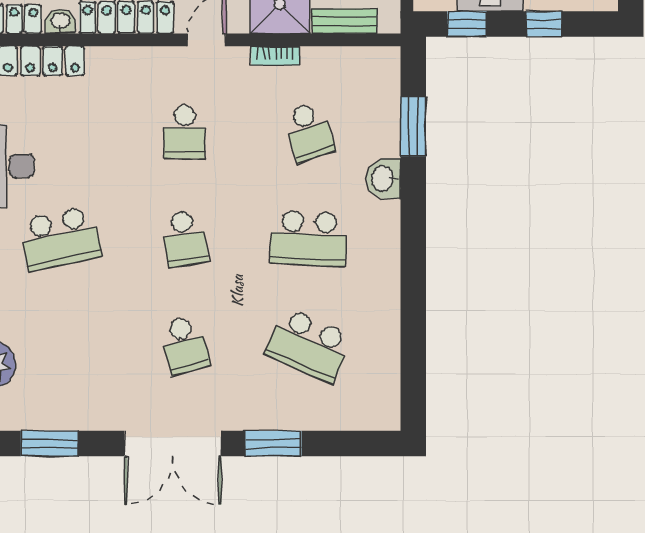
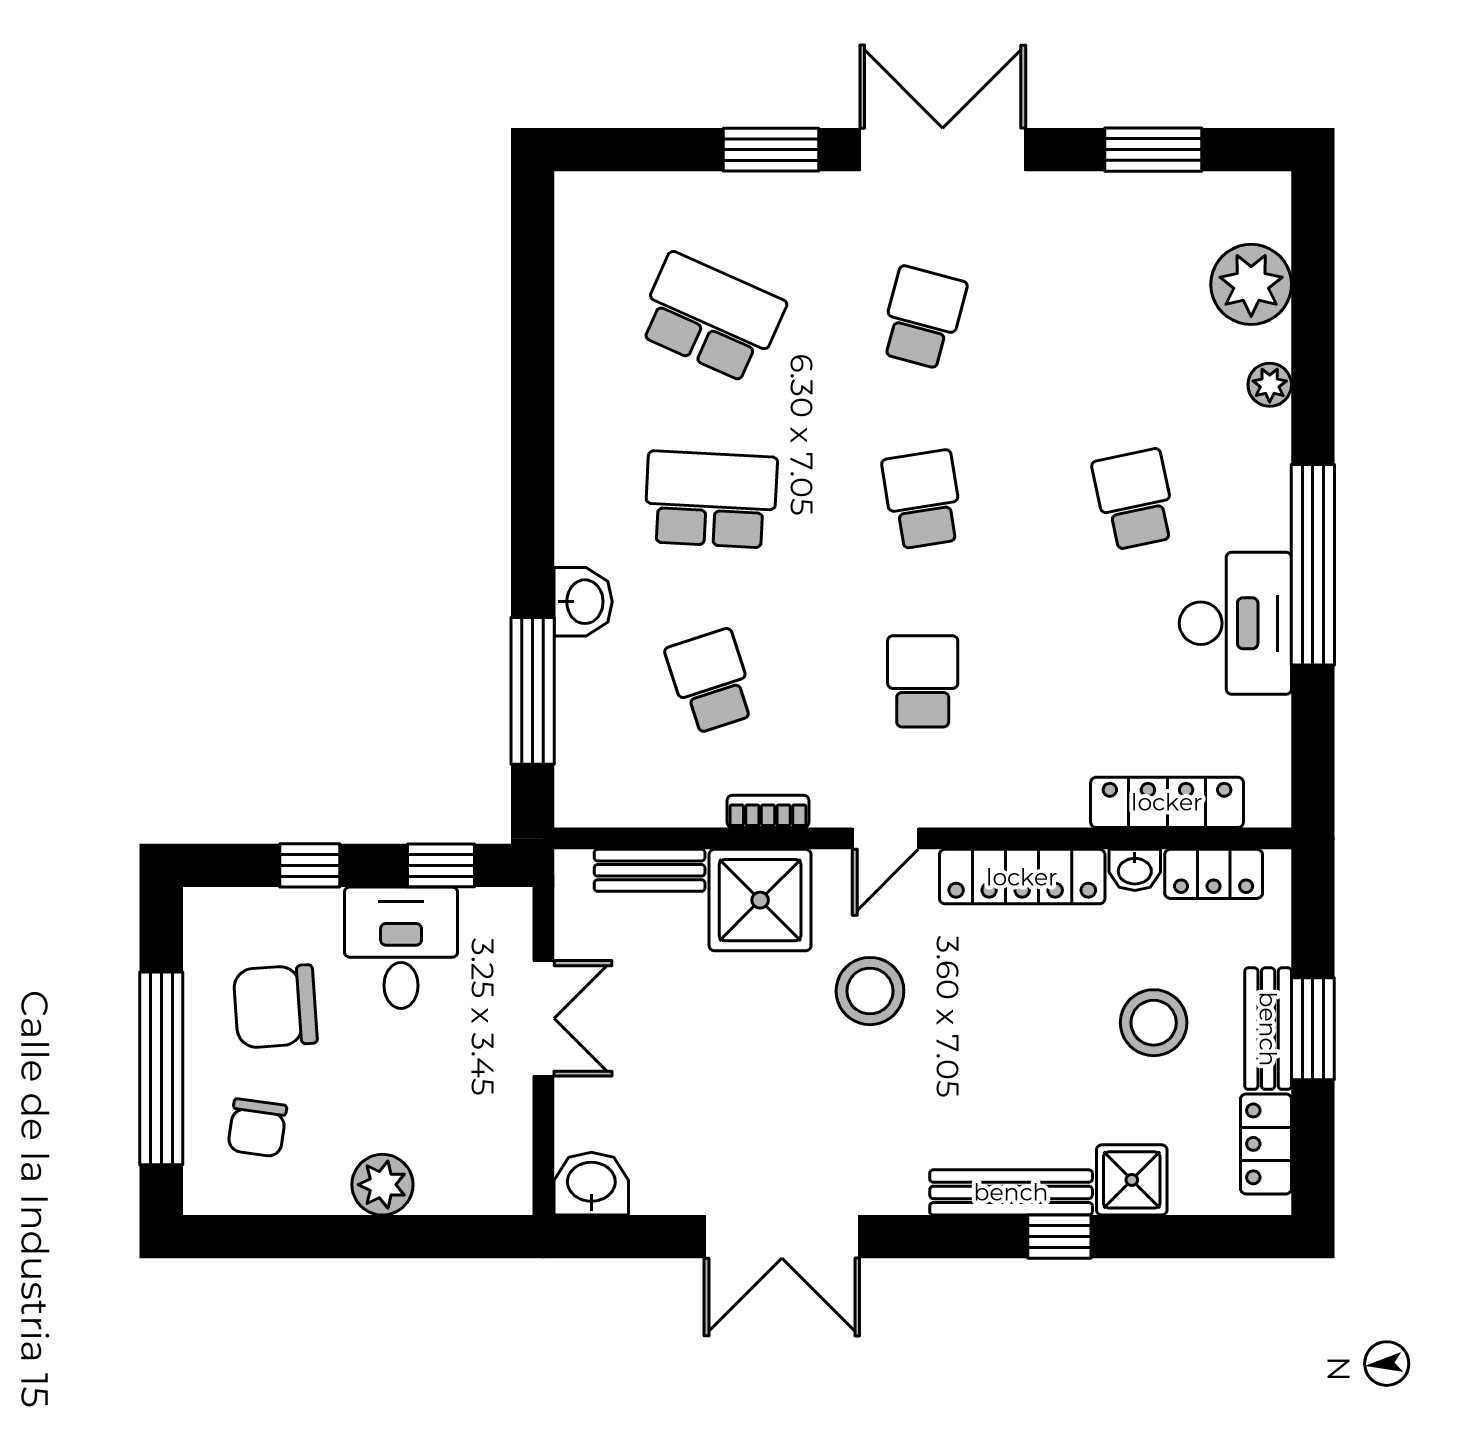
window: (413, 126) -> (533, 691), width x1.44
school desk: (60, 238) -> (1135, 499), width x0.54
school desk: (185, 345) -> (923, 318), turned 30

